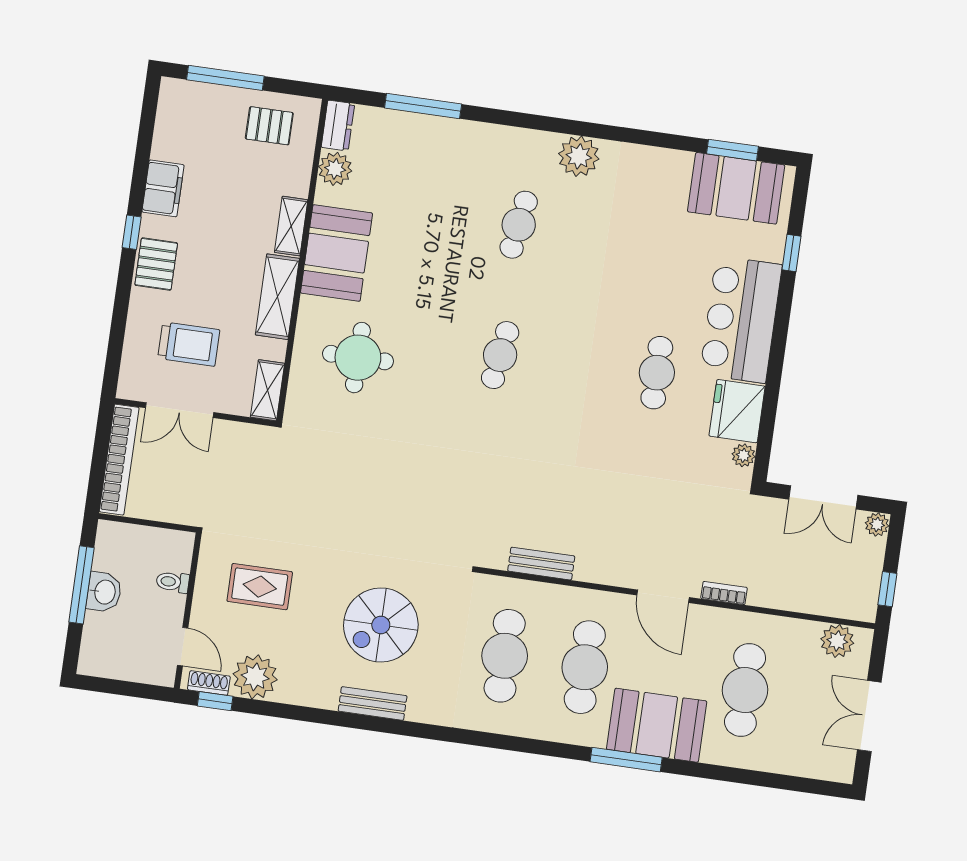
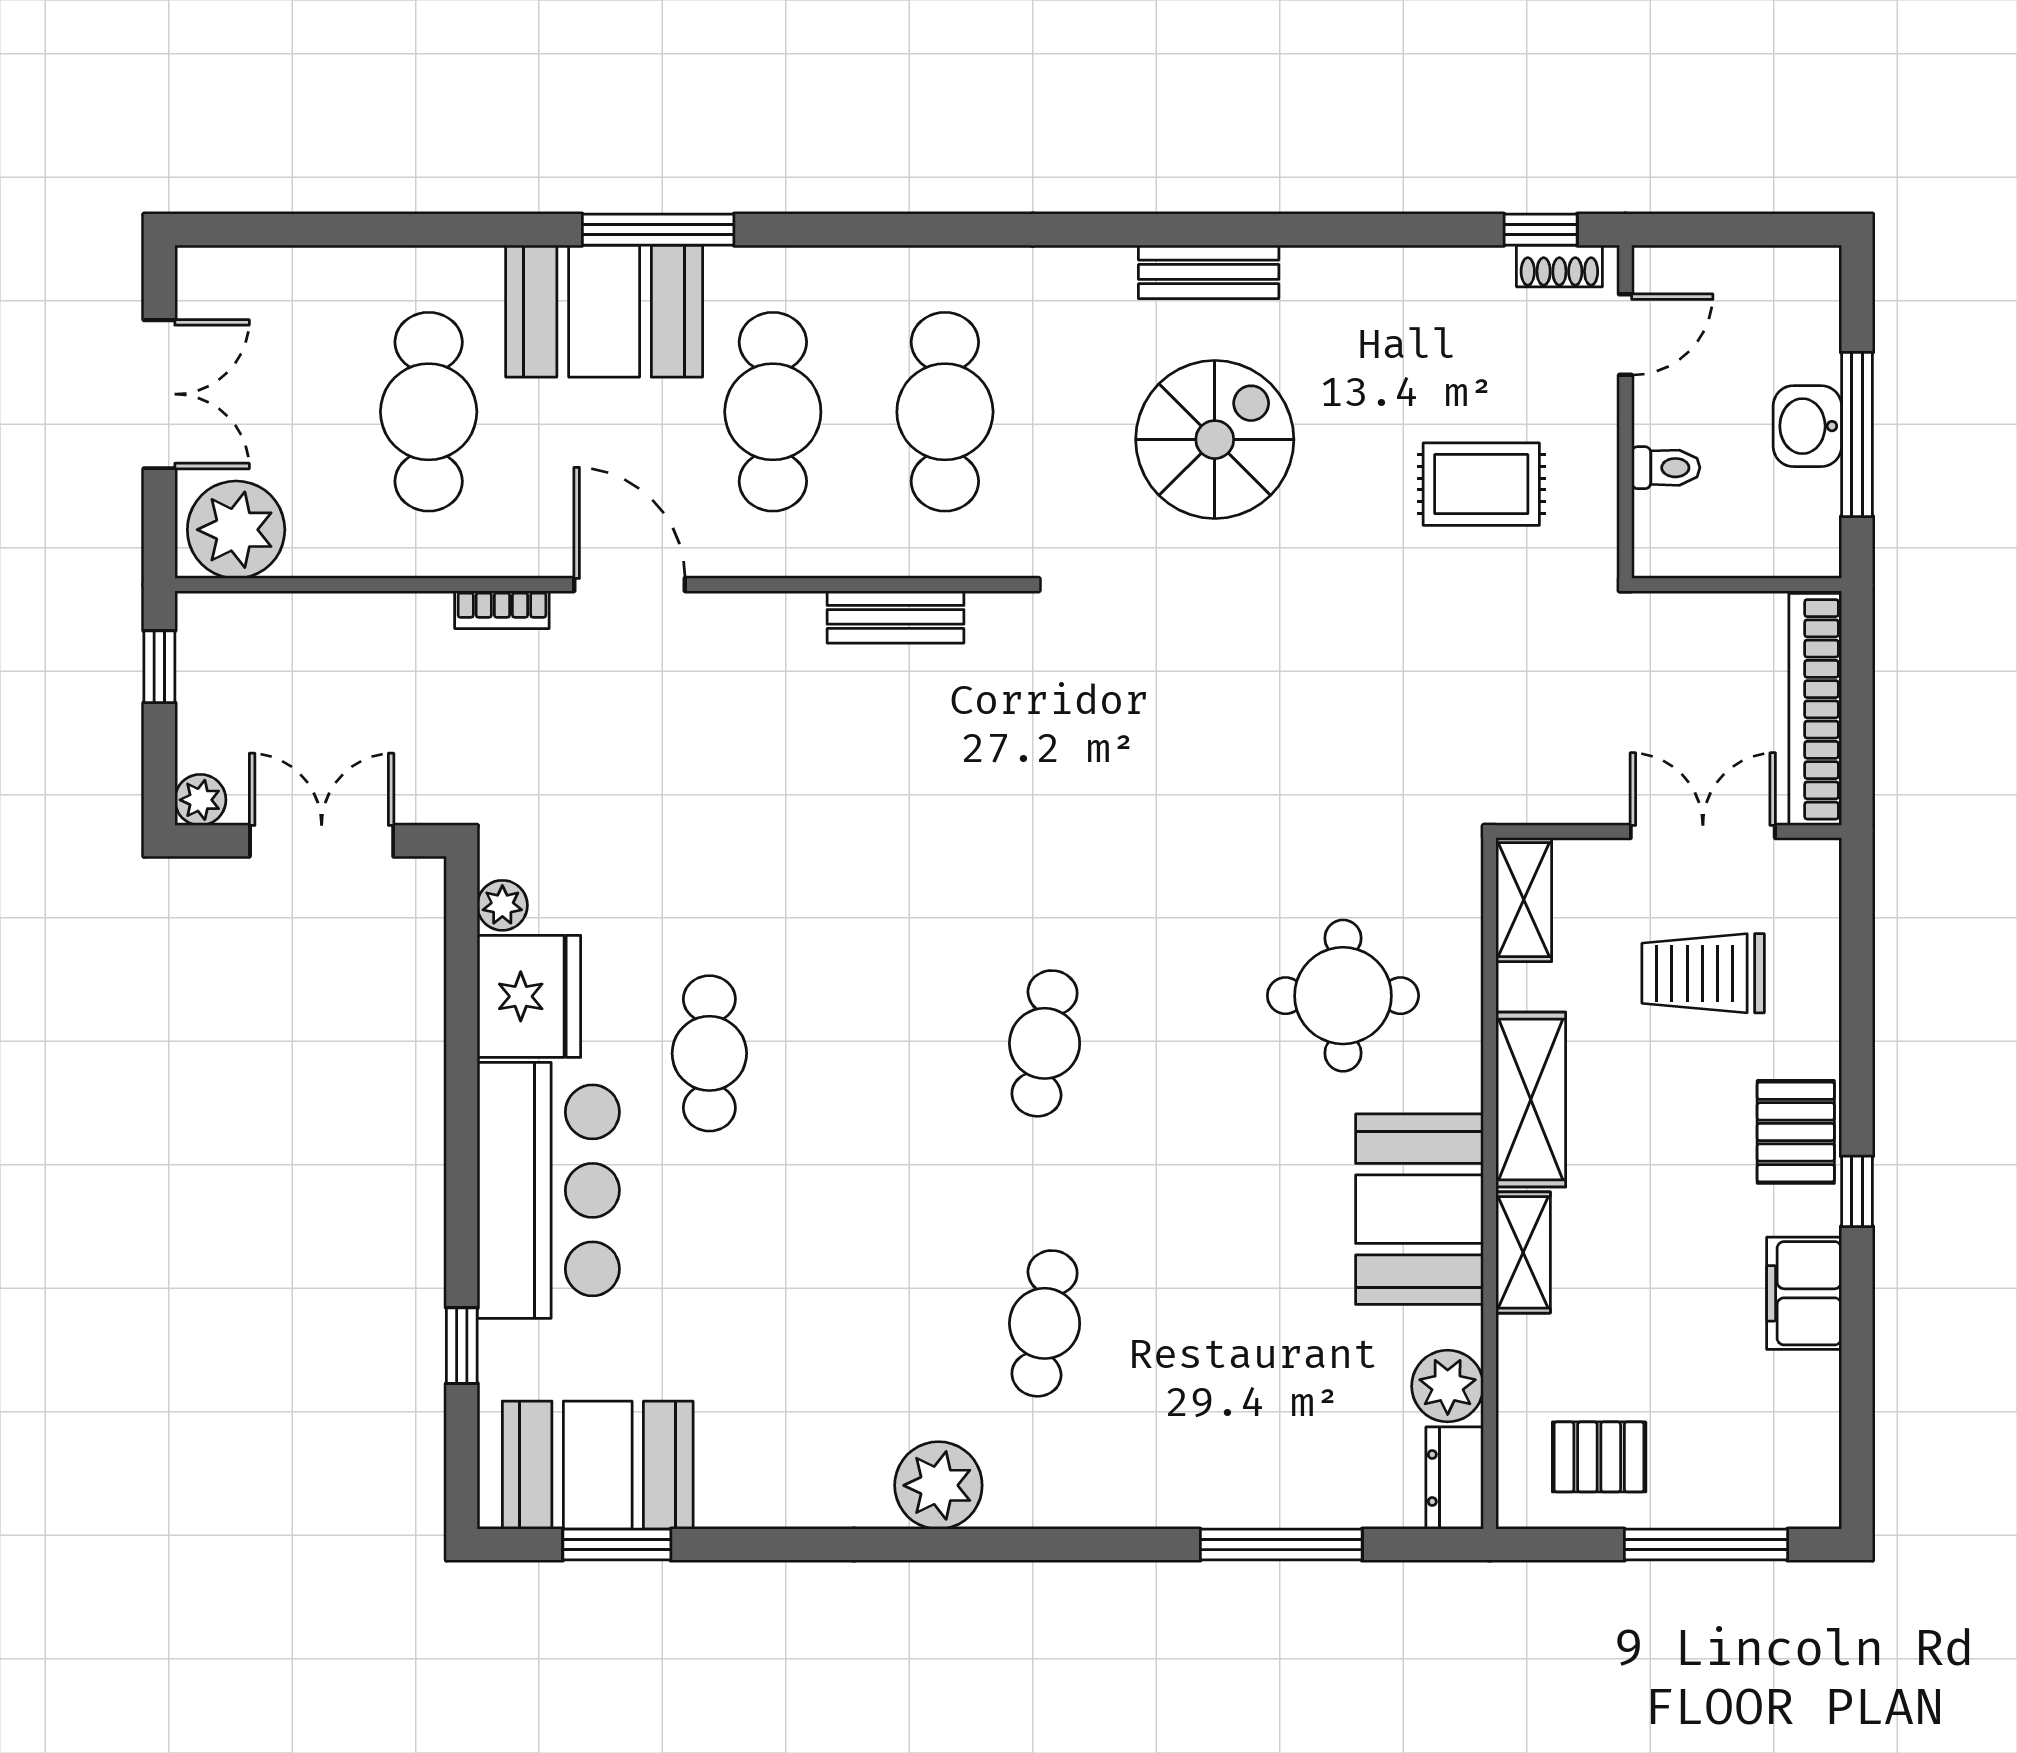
plant: (837, 641) -> (236, 530), width x1.36, depth x1.36
door: (183, 647) -> (1625, 335), swing flipped
plant: (255, 677) -> (1464, 293), removed

